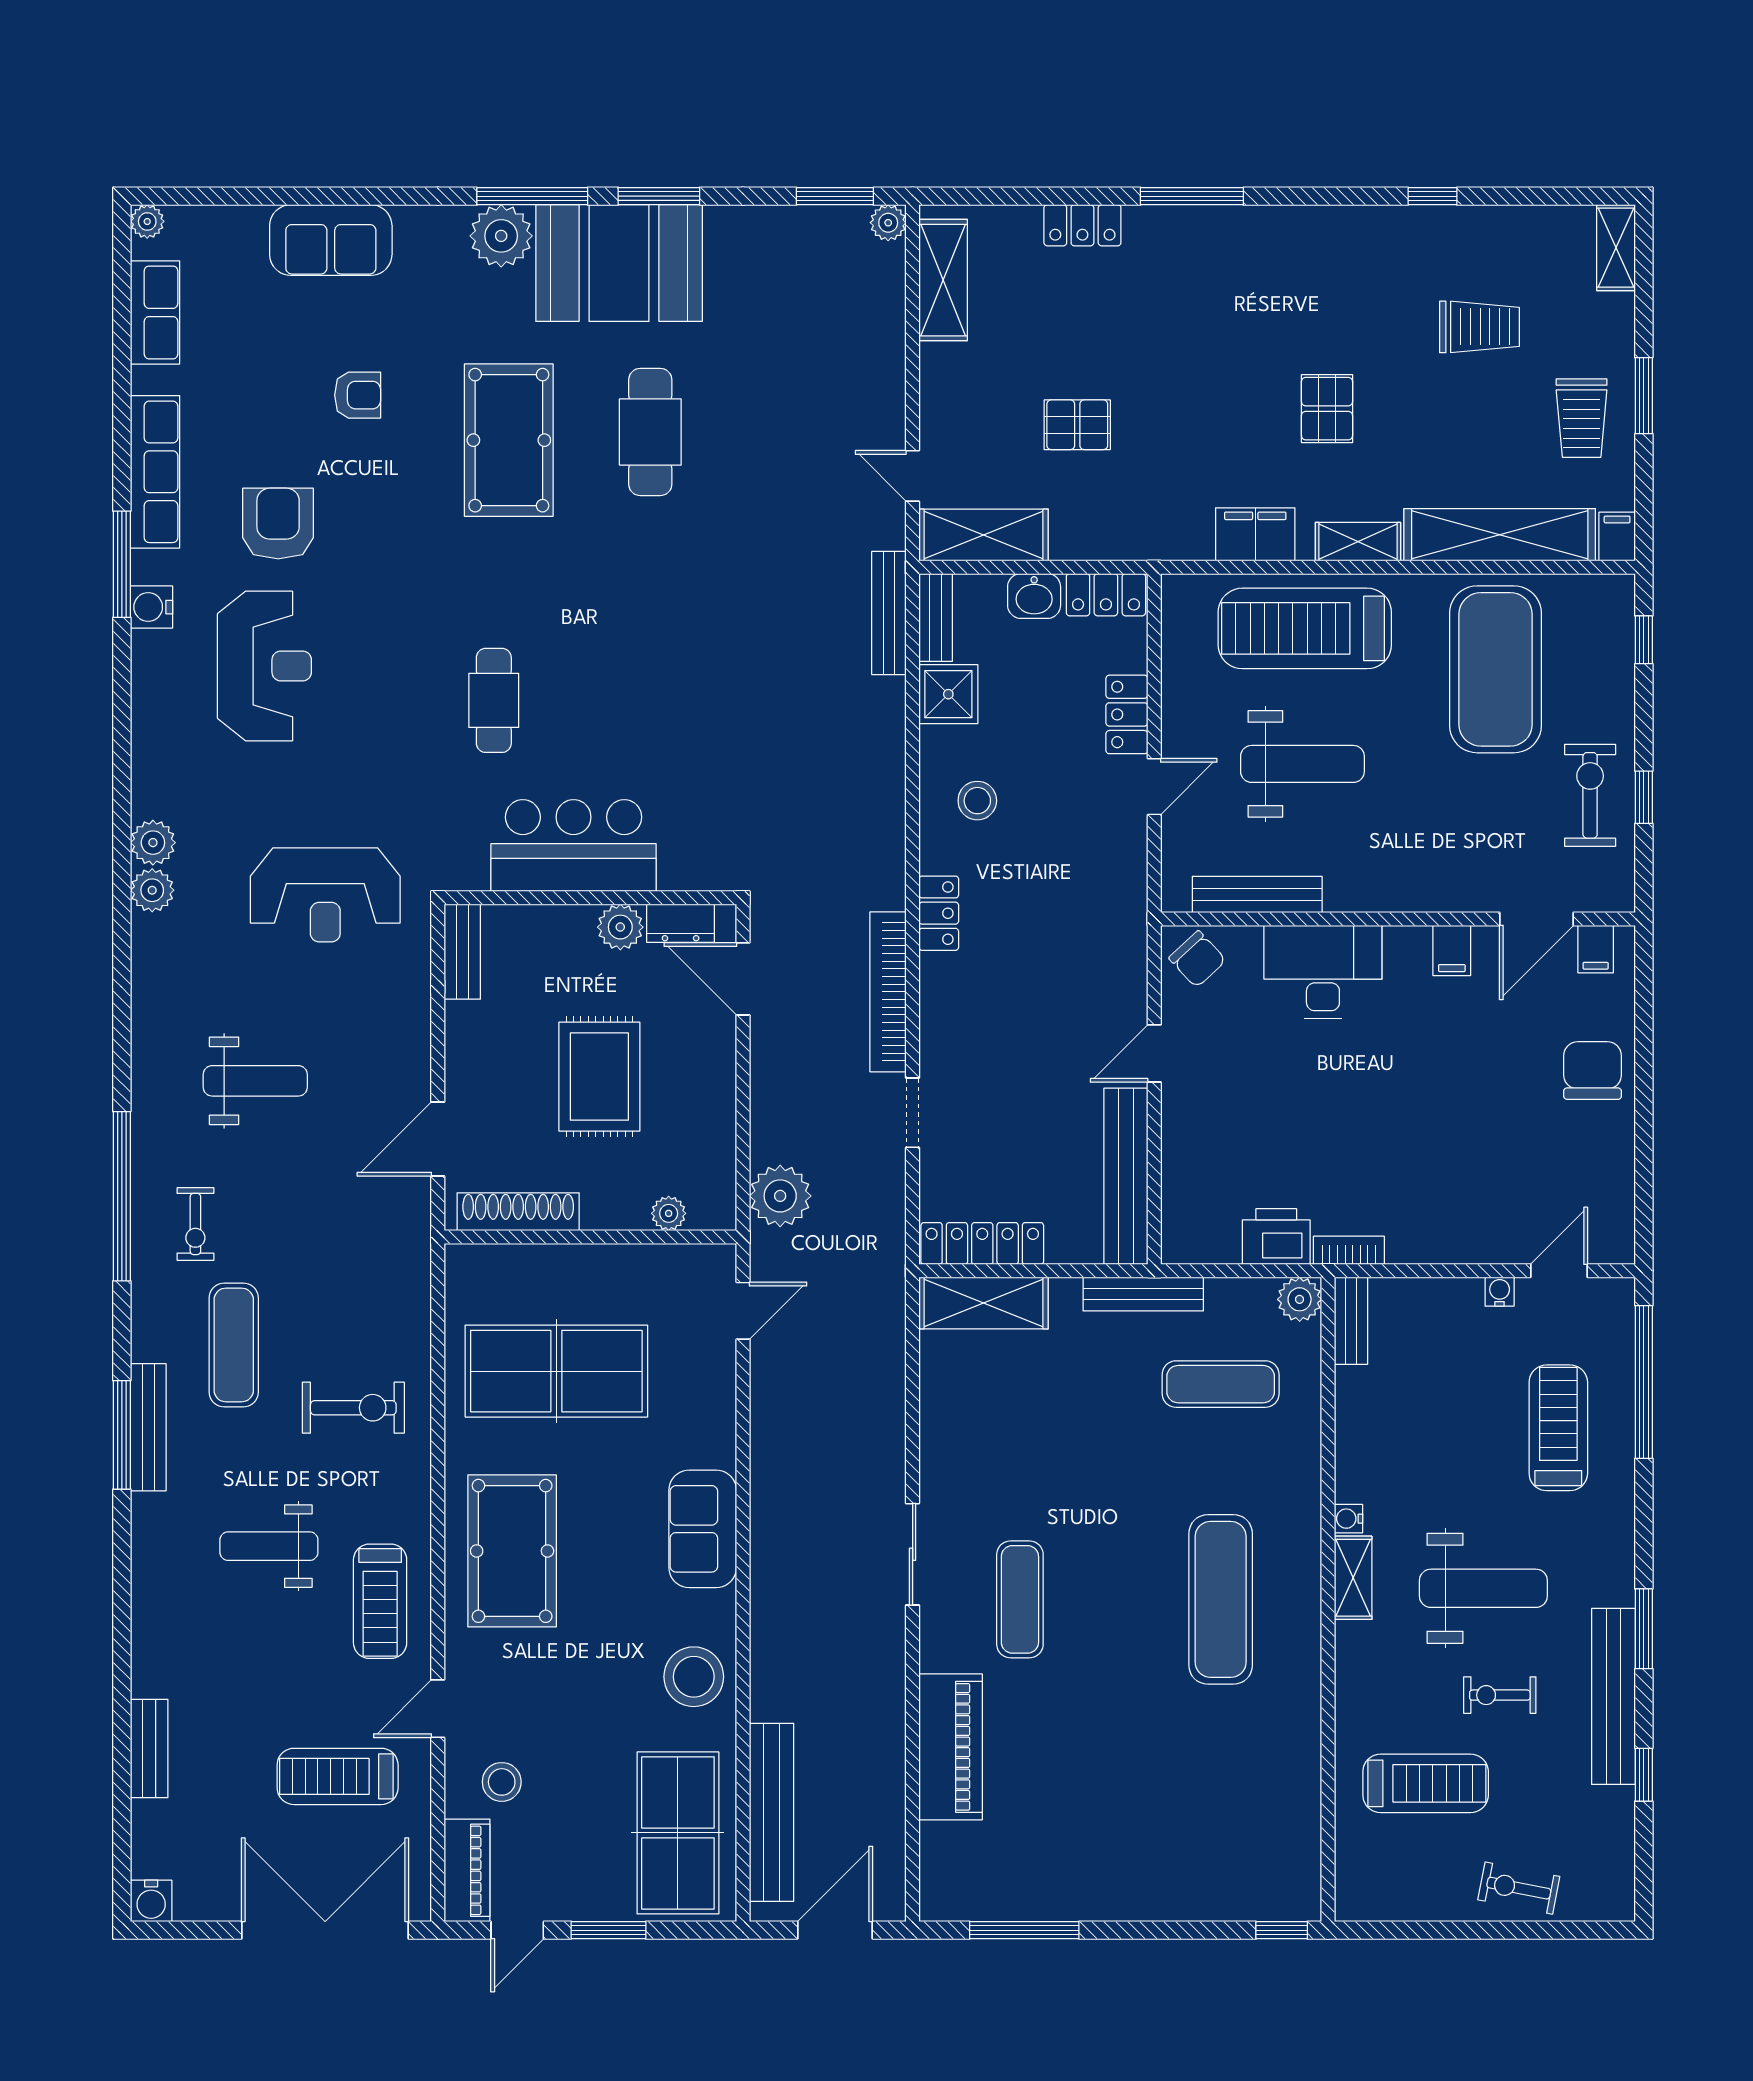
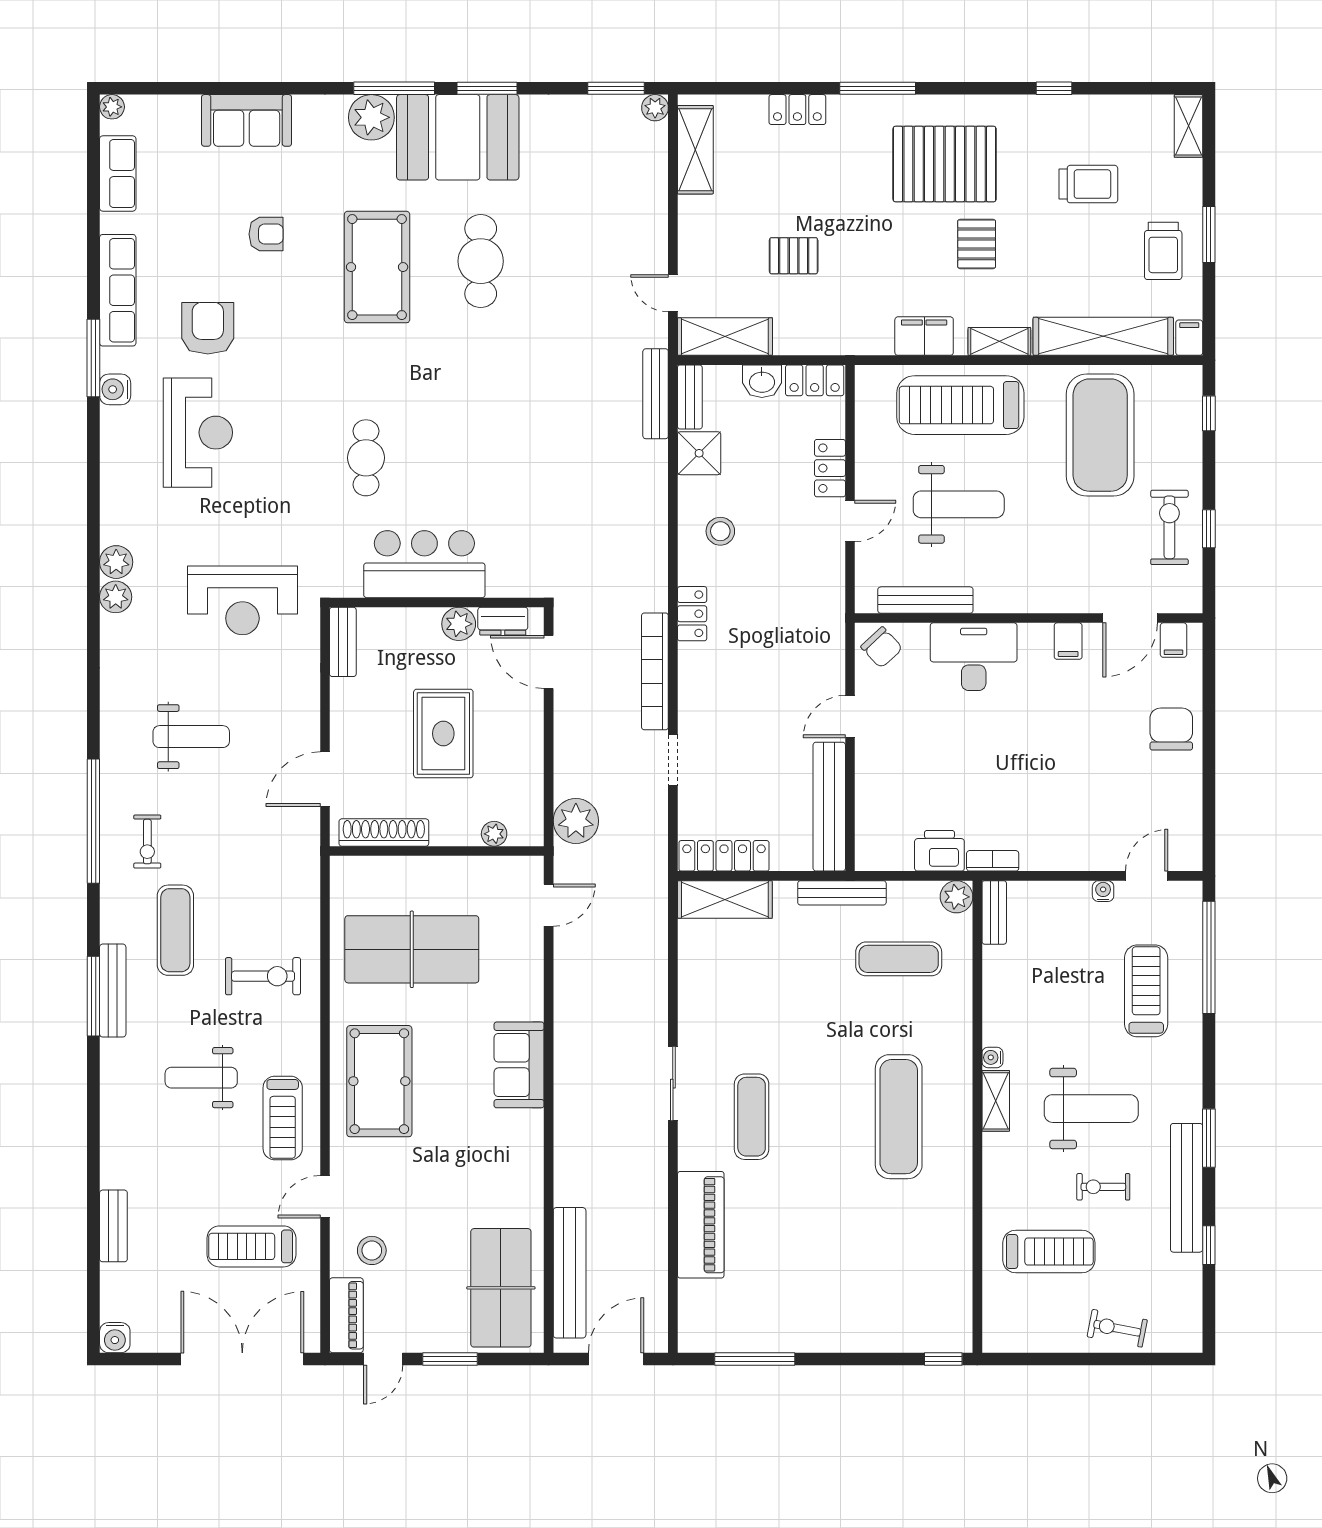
pallet: (1283, 300) -> (945, 164), added
stool: (694, 1677) -> (513, 1173), removed

